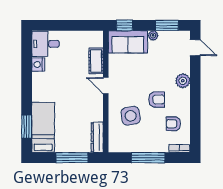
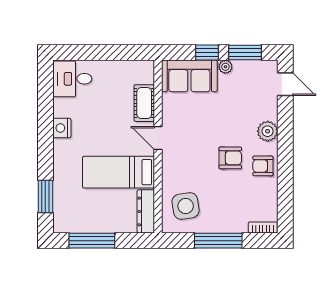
window: (124, 25) -> (207, 52), moved
nightstand: (38, 64) -> (62, 128), moved
side table: (131, 116) -> (186, 206), moved
armchair: (173, 124) -> (263, 166), moved
bed: (43, 127) -> (118, 172), moved, turned -90
window: (72, 158) -> (92, 241), moved

